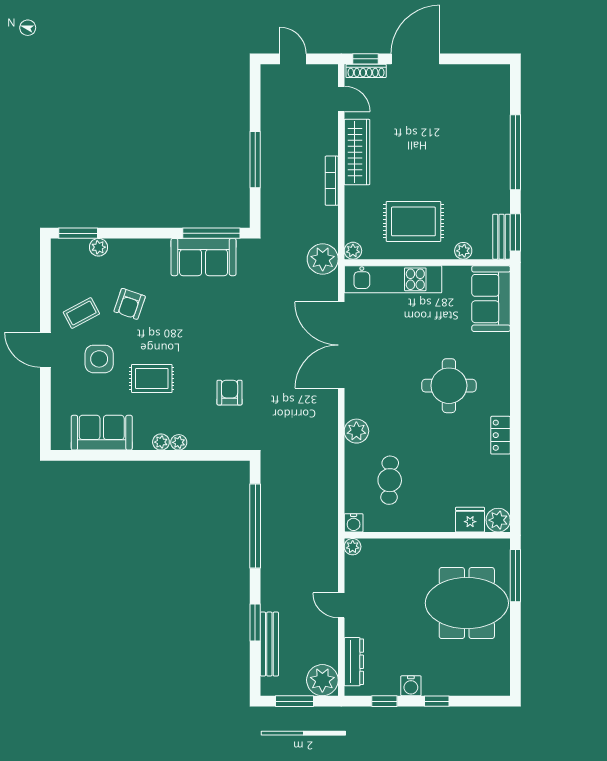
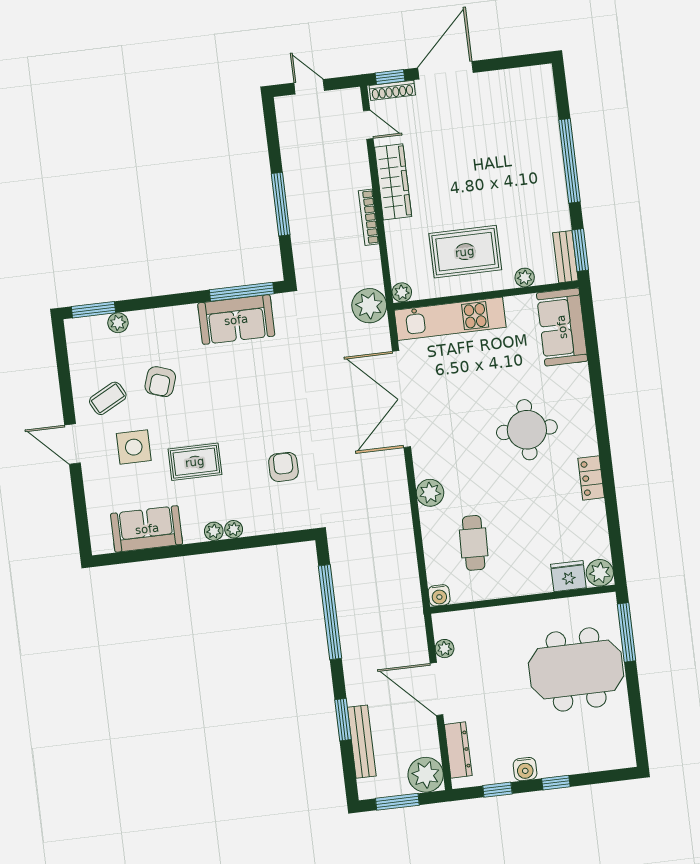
plant: (353, 547) -> (445, 649), moved
door: (341, 605) -> (437, 689), width x1.88

